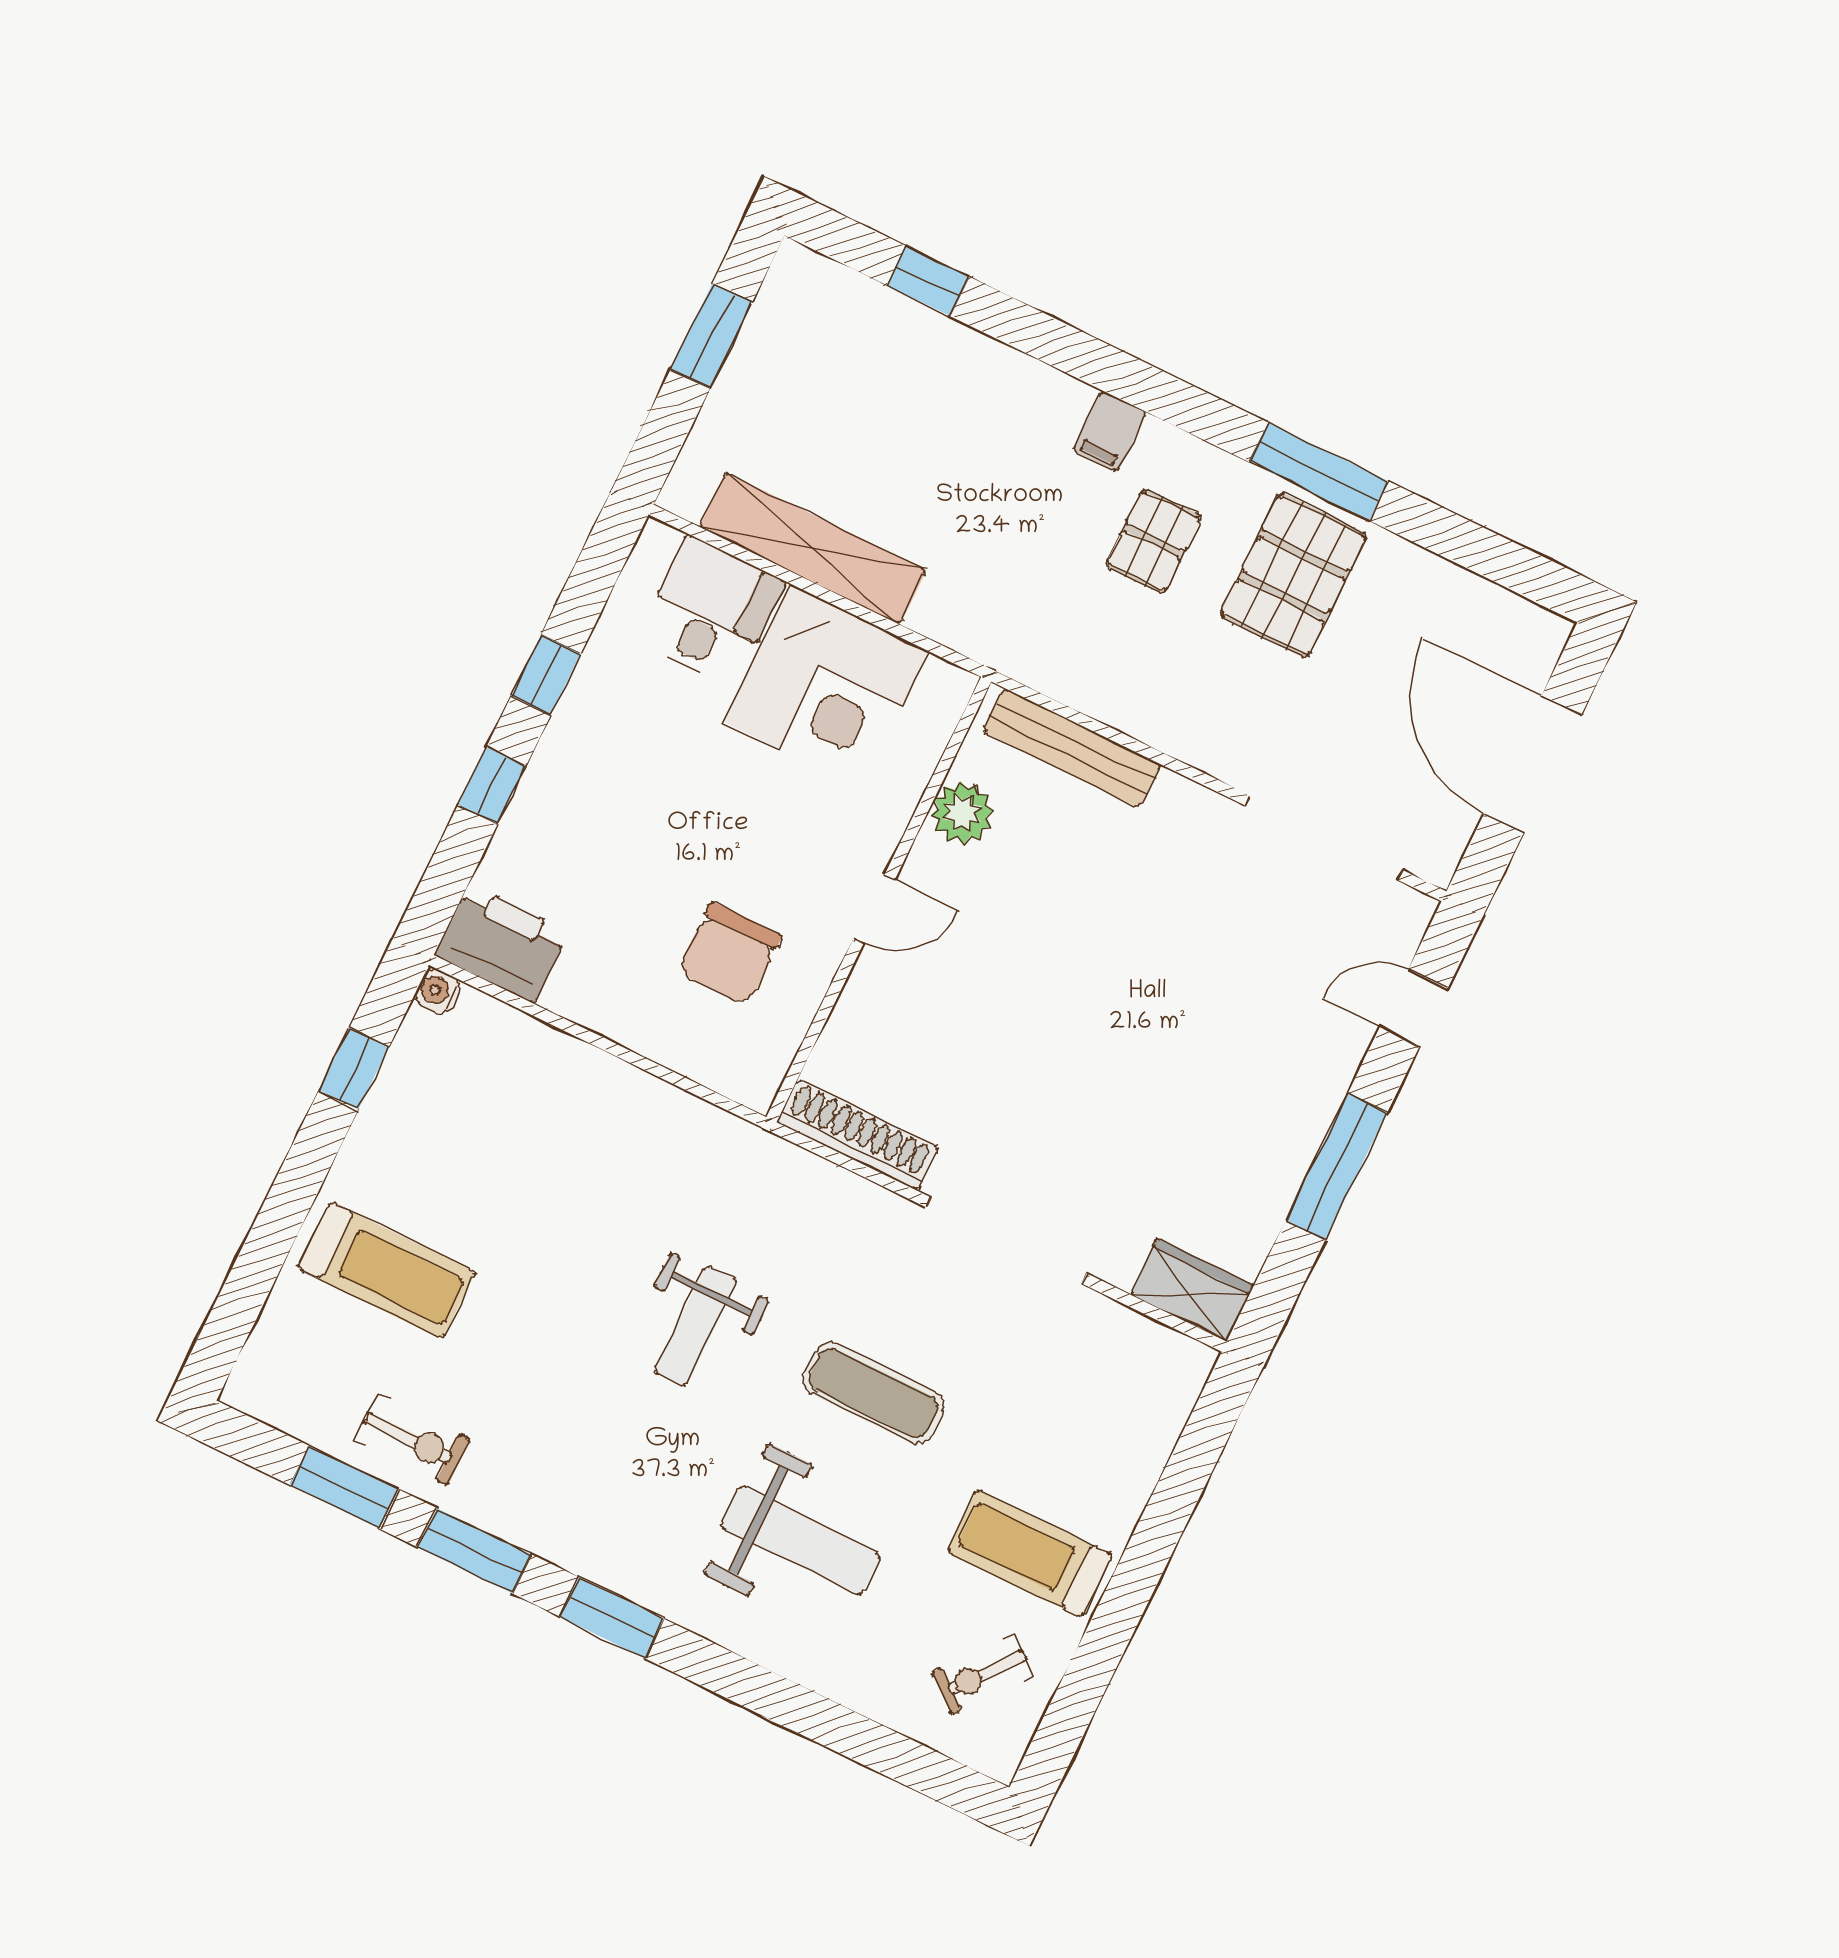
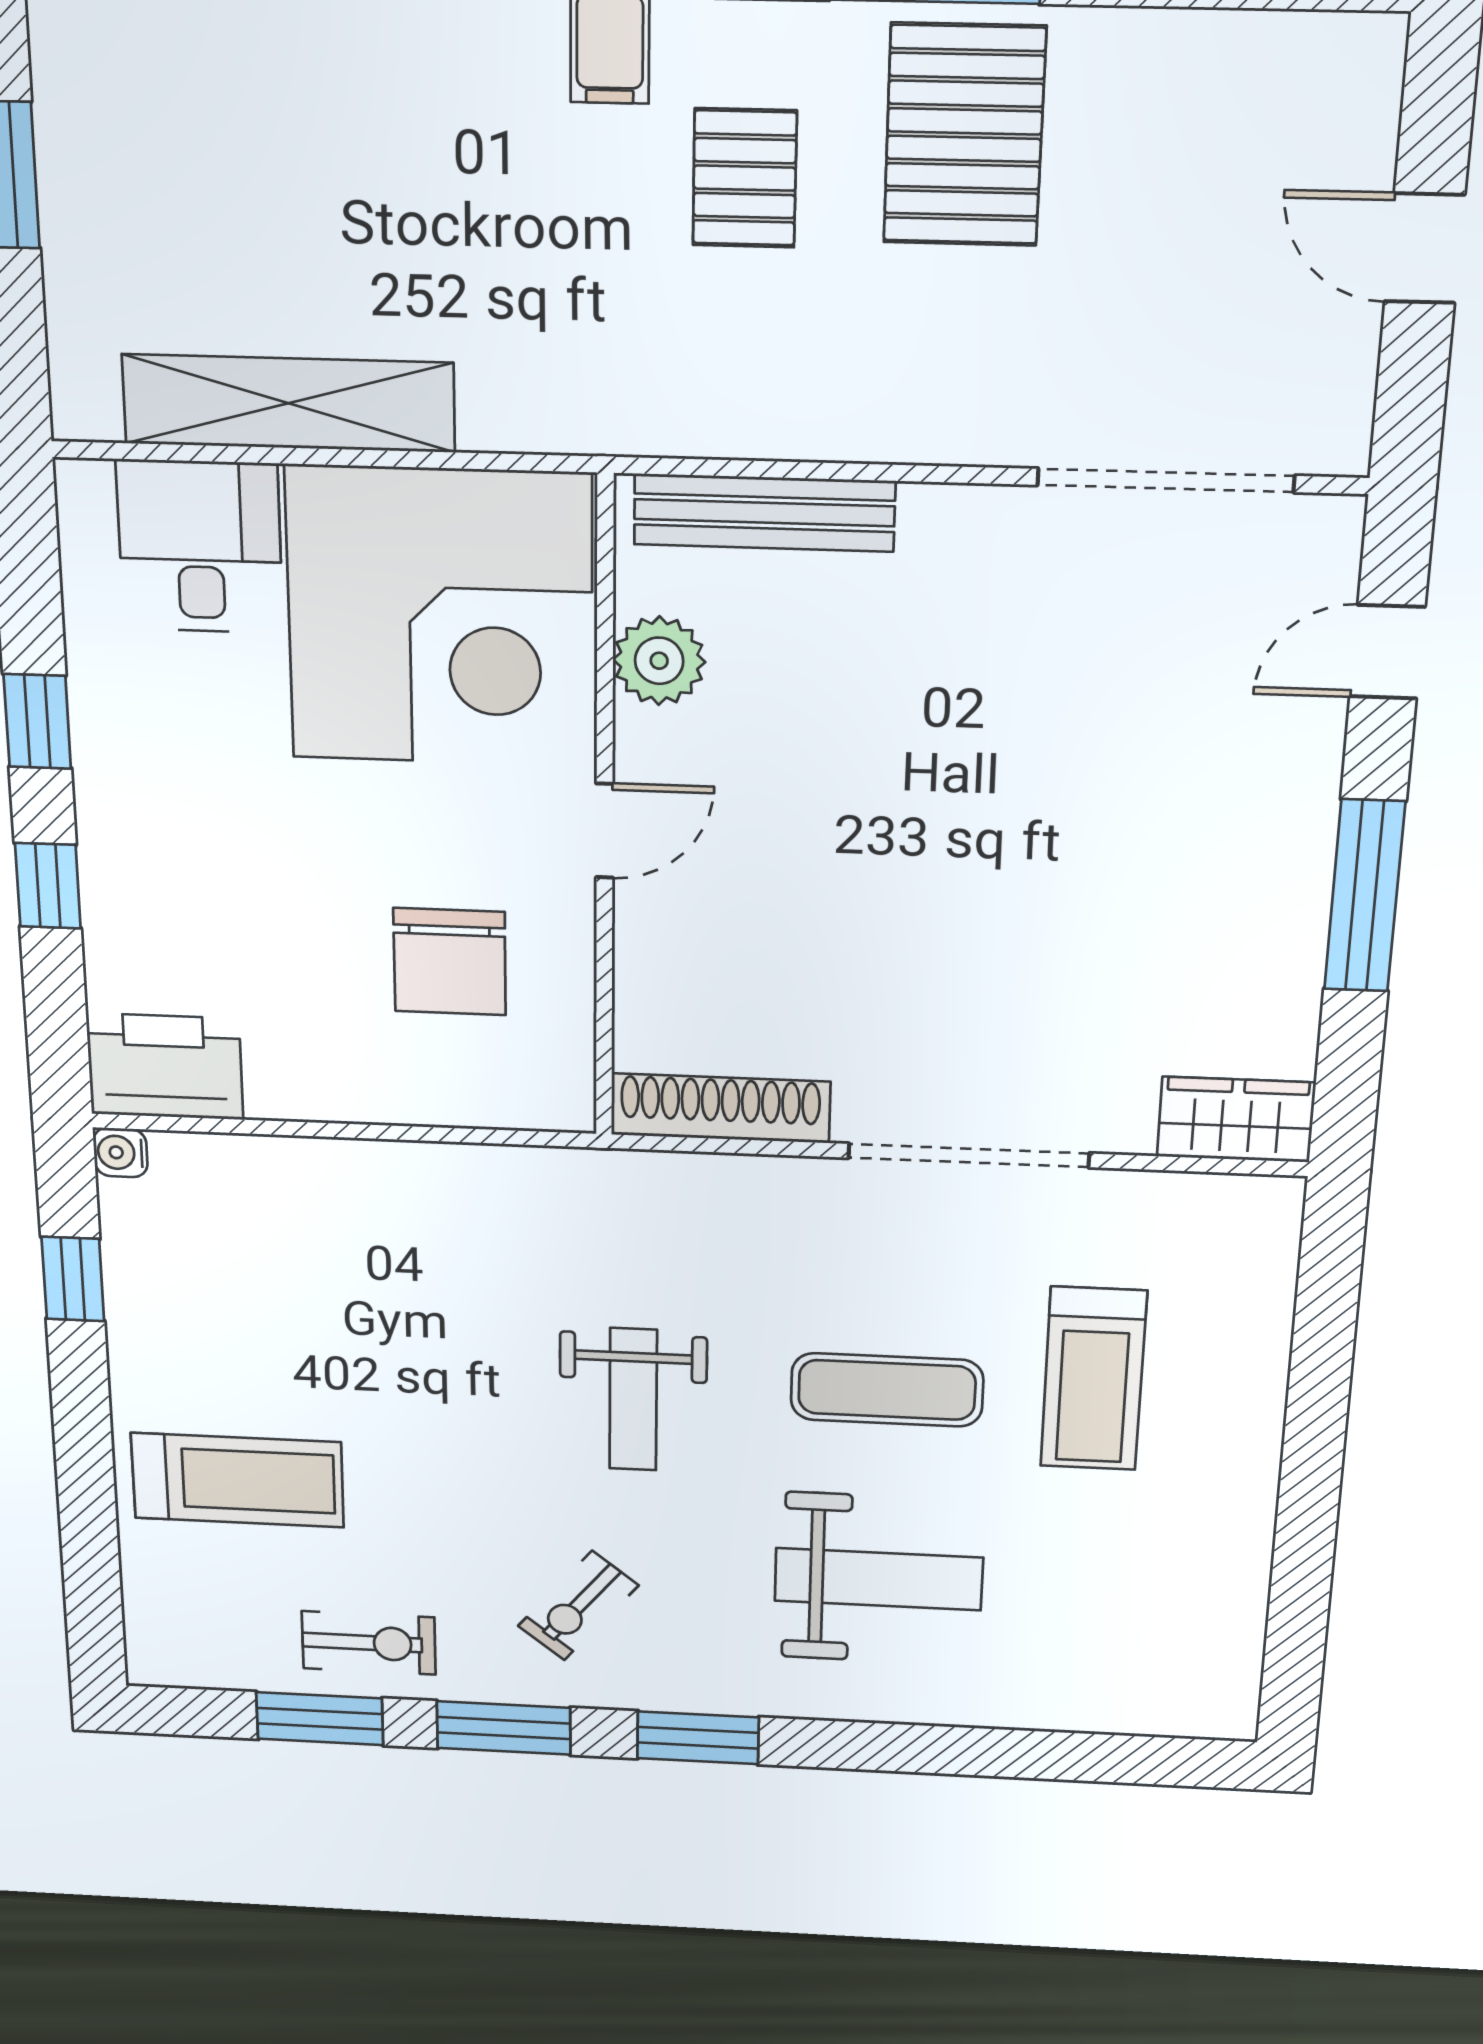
corner desk: (826, 686) -> (440, 617), width x1.36, depth x1.36
door: (1533, 764) -> (1425, 248), width x0.53
treadmill: (1030, 1553) -> (1093, 1379), moved, turned -90
exercise bike: (983, 1674) -> (578, 1606), moved

